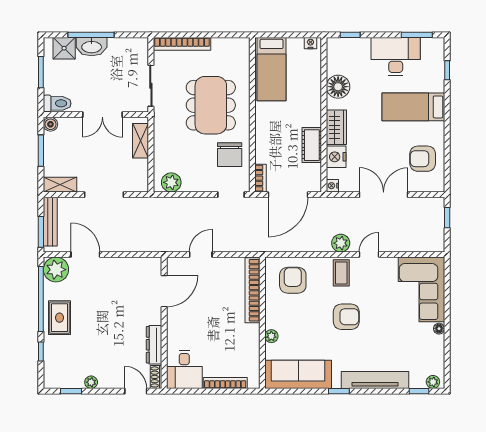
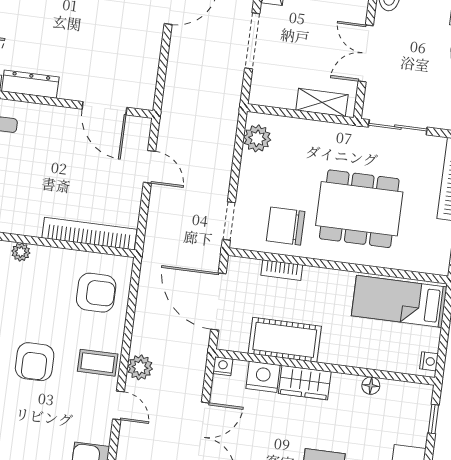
floor lamp: (338, 87) -> (371, 386), width x0.53, depth x0.53
cot: (312, 145) -> (285, 340), width x1.37, depth x1.34
bookcase: (260, 178) -> (282, 270), moved

